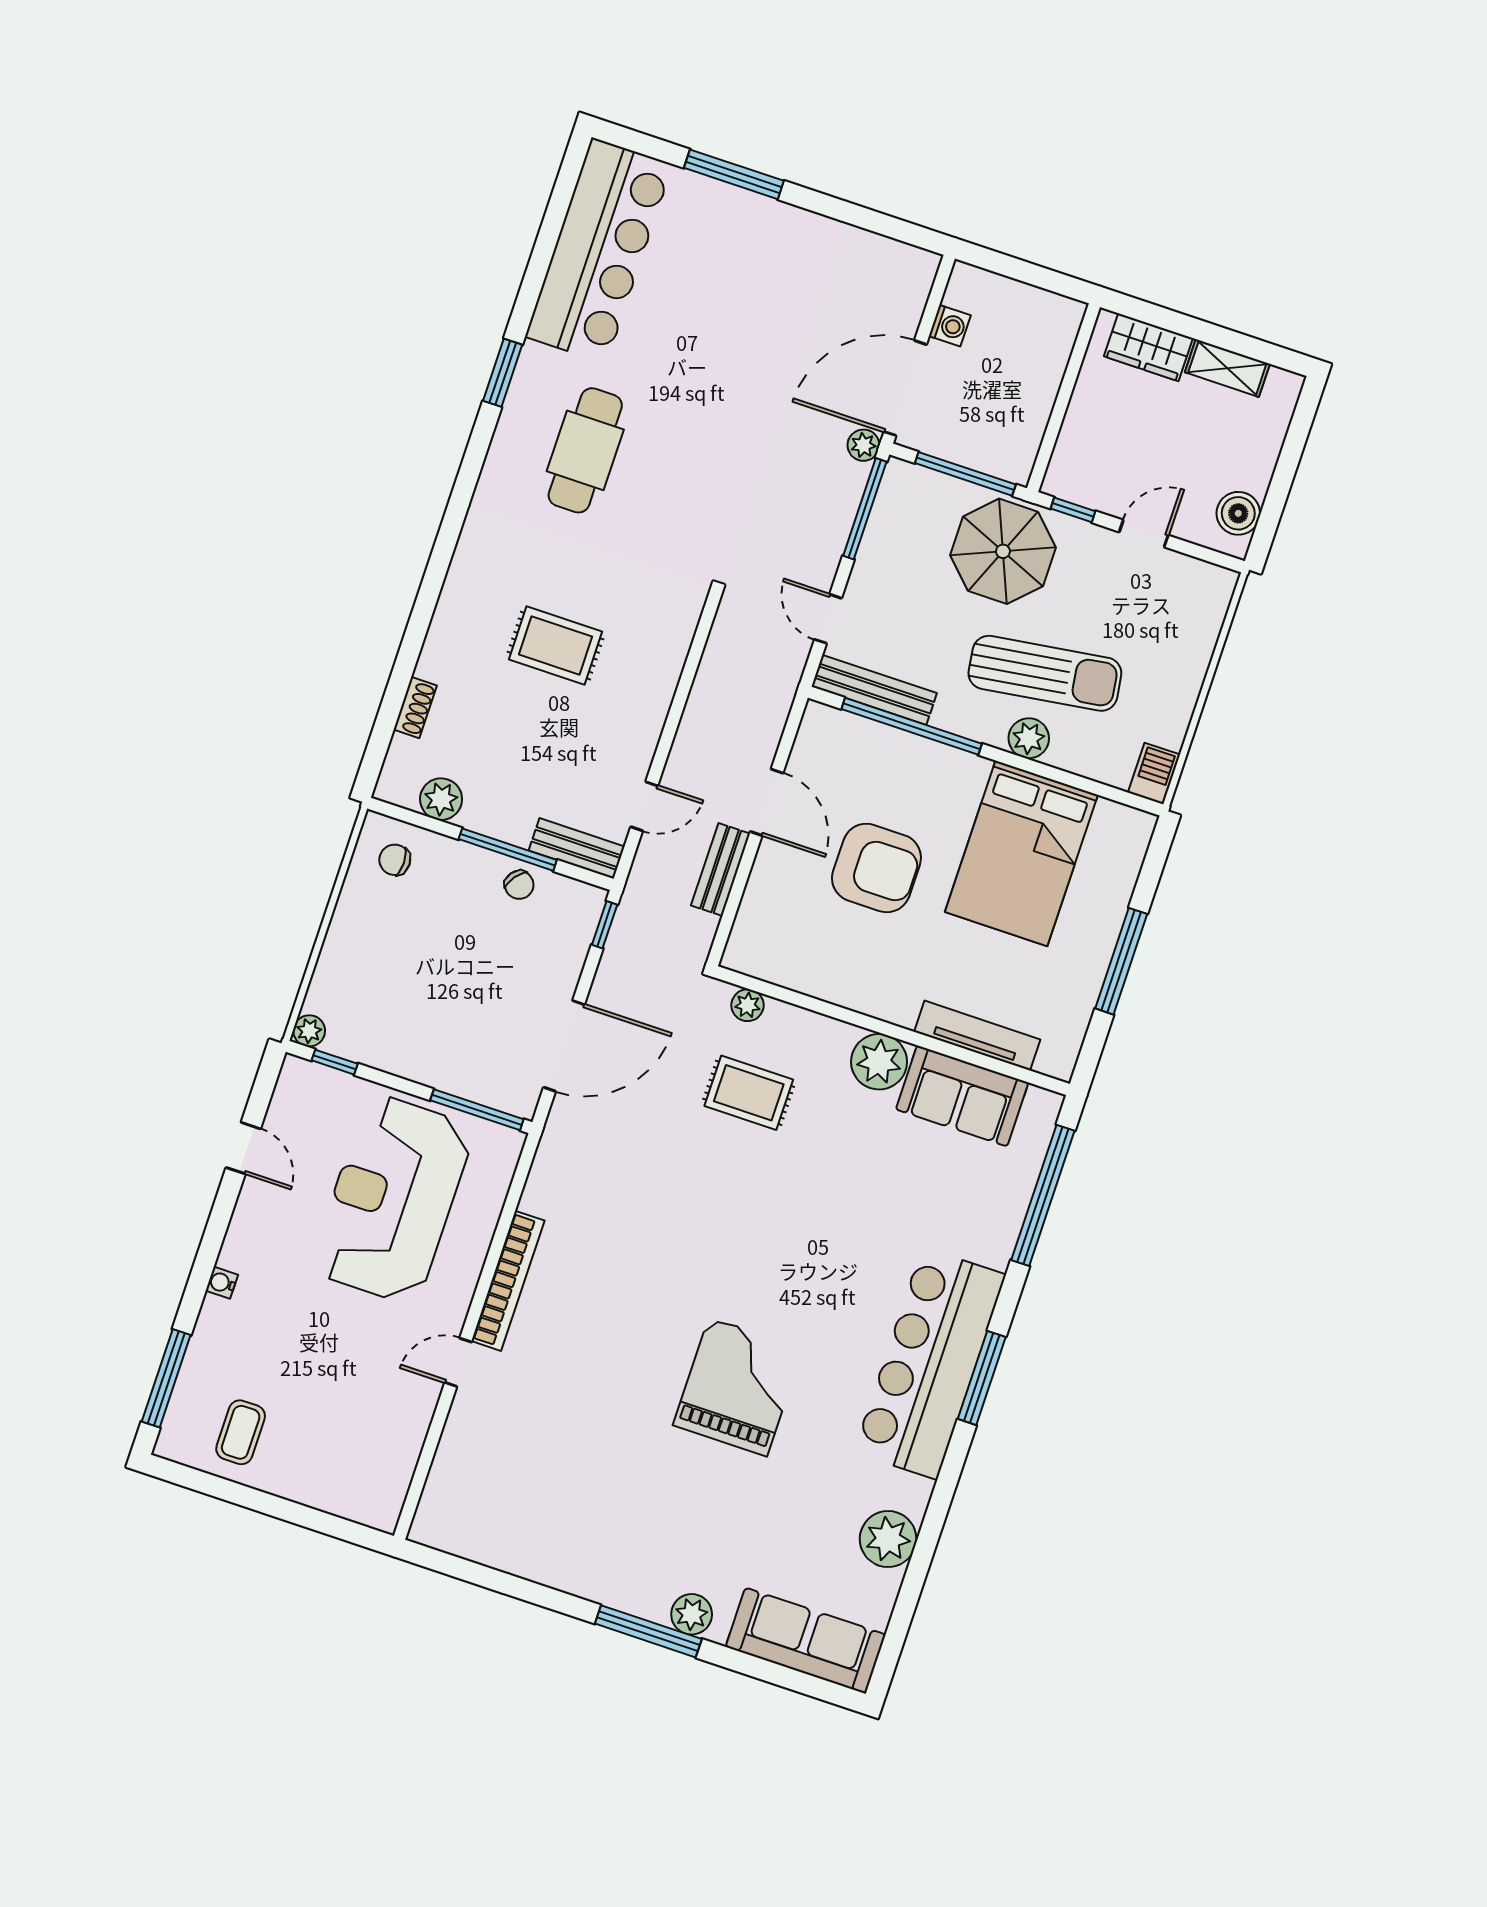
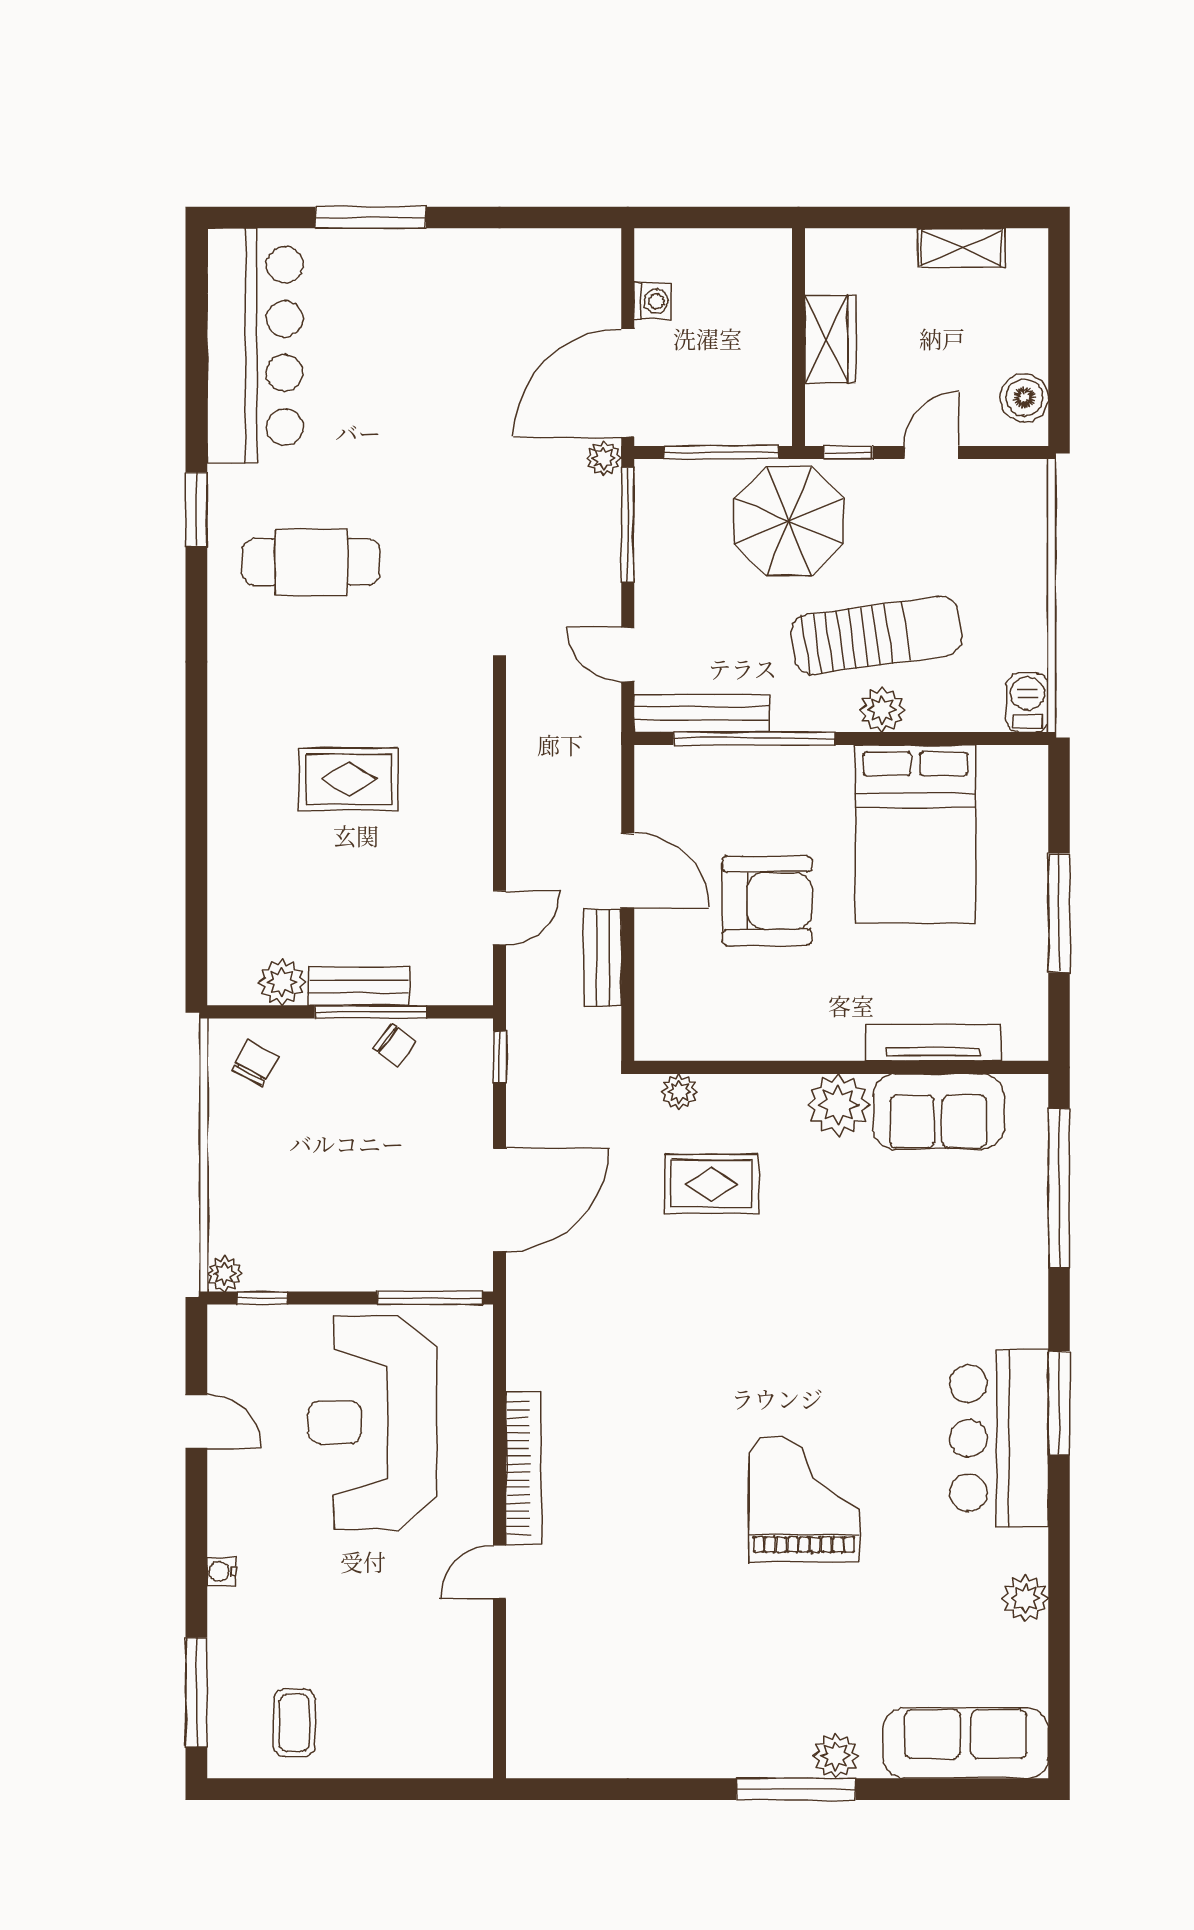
wardrobe: (1148, 347) -> (830, 339), moved, turned -90
cafe table: (585, 450) -> (311, 562), turned 90
shoe rack: (415, 707) -> (222, 894), removed
bench: (577, 848) -> (359, 986), moved
chair: (395, 860) -> (255, 1063), turned 118
bar counter: (930, 1363) -> (999, 1438), width x0.73
plant: (888, 1539) -> (1025, 1598), width x0.73, depth x0.73

